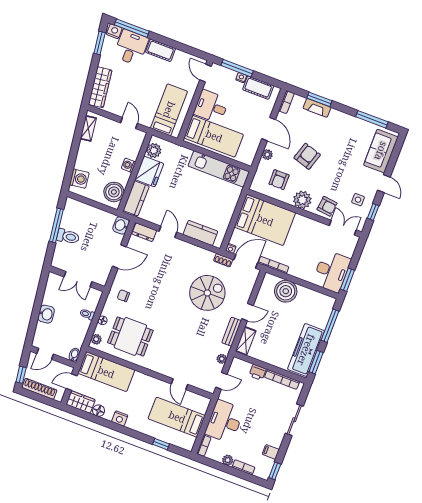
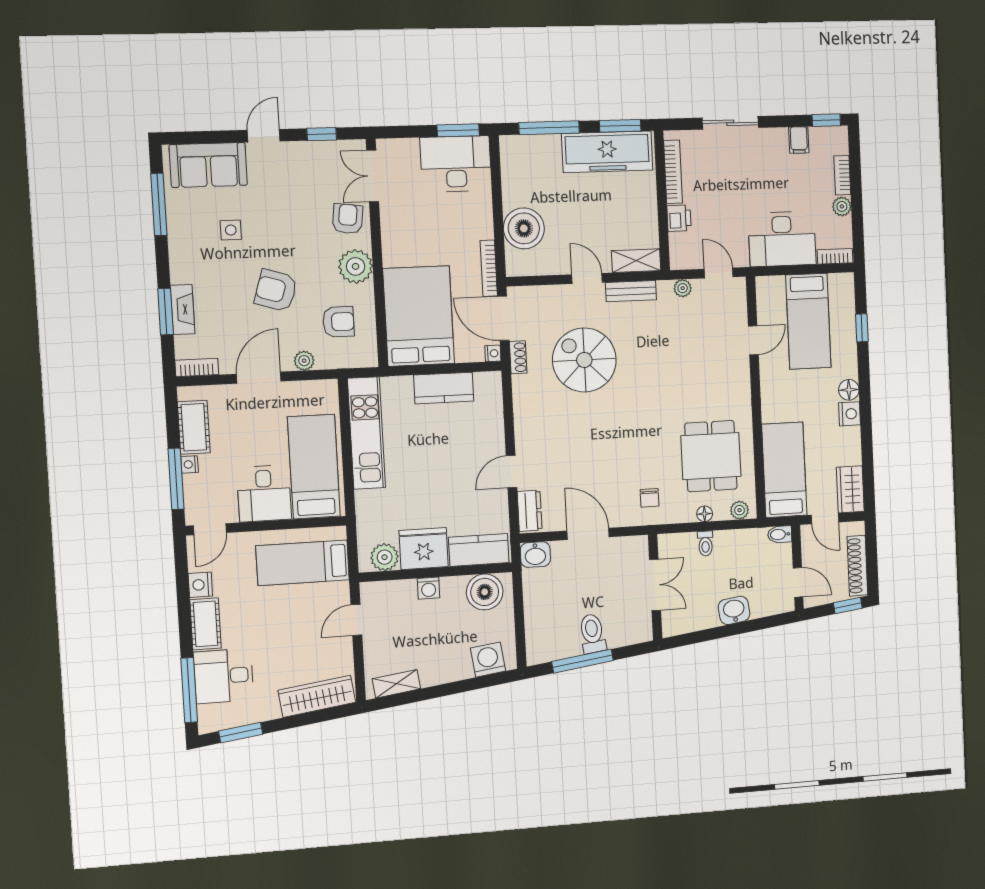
nightstand: (114, 31) -> (200, 585), moved
side table: (358, 200) -> (231, 230), moved
kitchen counter: (200, 233) -> (444, 388), moved, turned -90
floor lamp: (99, 411) -> (849, 390), moved

